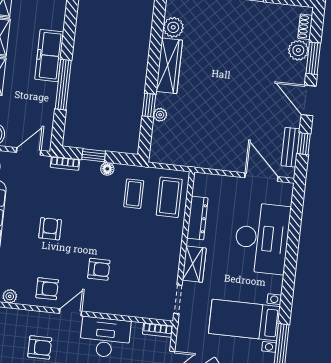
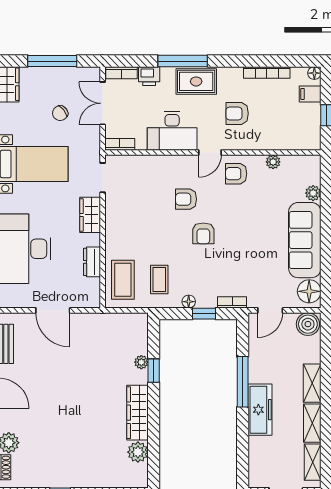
door: (261, 177) -> (53, 310), moved
dresser: (197, 218) -> (92, 262), width x0.70
armchair: (50, 229) -> (203, 233), moved

